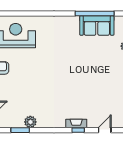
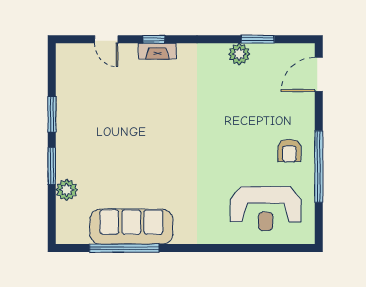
sofa: (97, 26) -> (131, 227), width x1.36
door: (105, 130) -> (106, 39), hinge flipped

